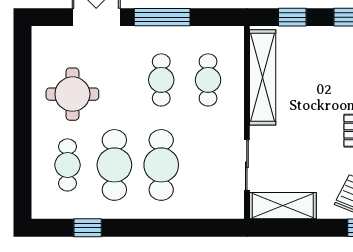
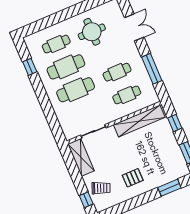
window: (162, 17) -> (152, 69), moved

